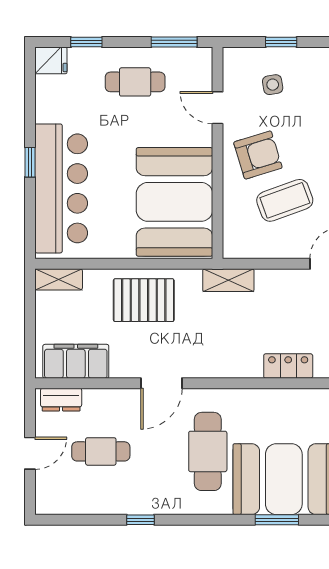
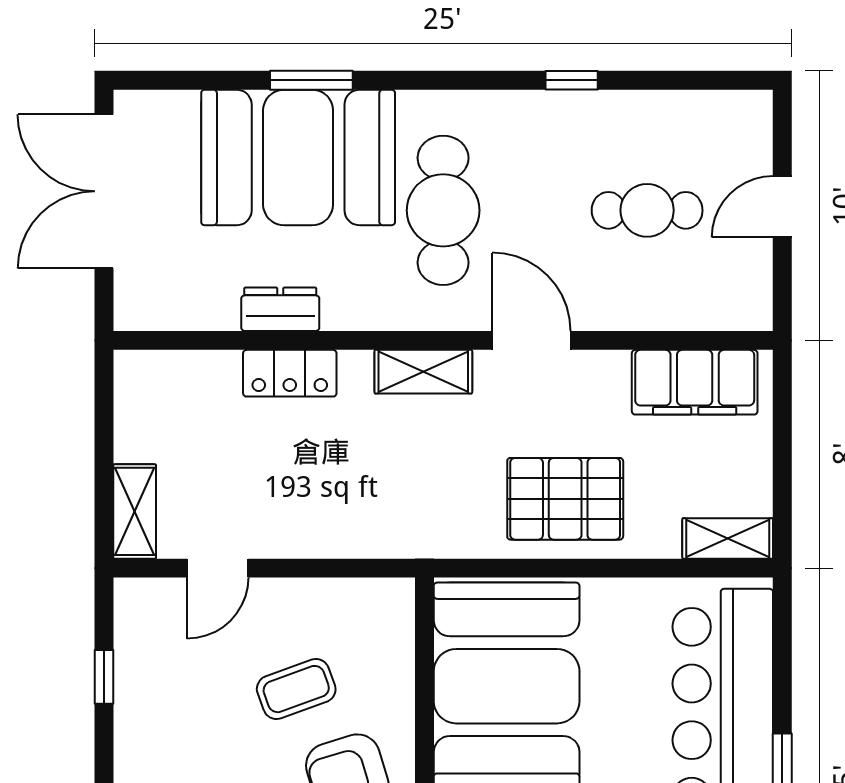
coffee table: (285, 200) -> (296, 689), width x0.73, depth x0.77
shelving: (228, 280) -> (423, 372), moved
door: (161, 383) -> (531, 340), hinge flipped
dresser: (61, 400) -> (280, 309), moved

